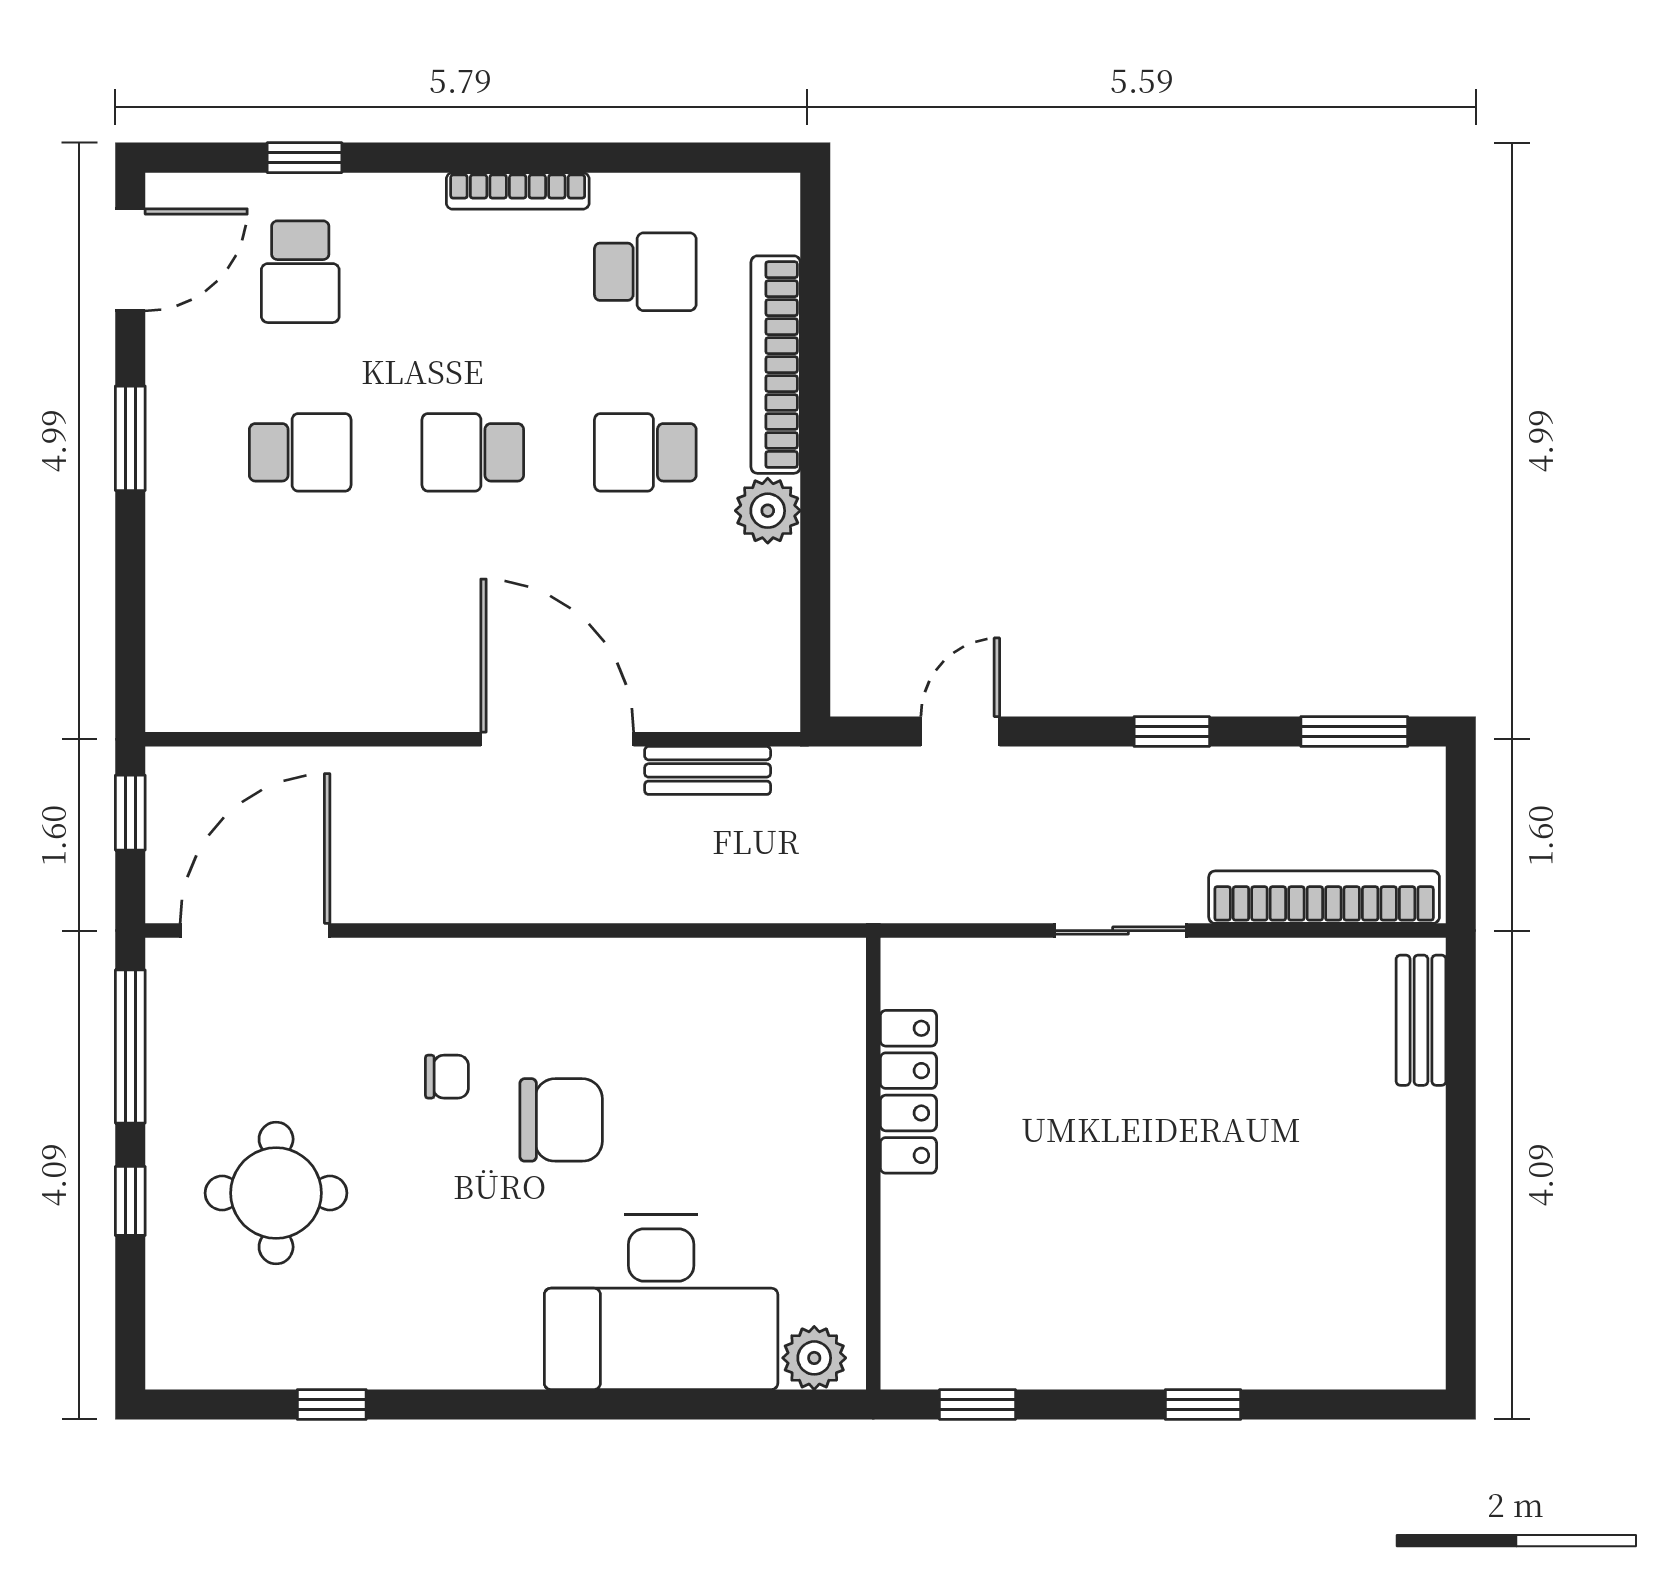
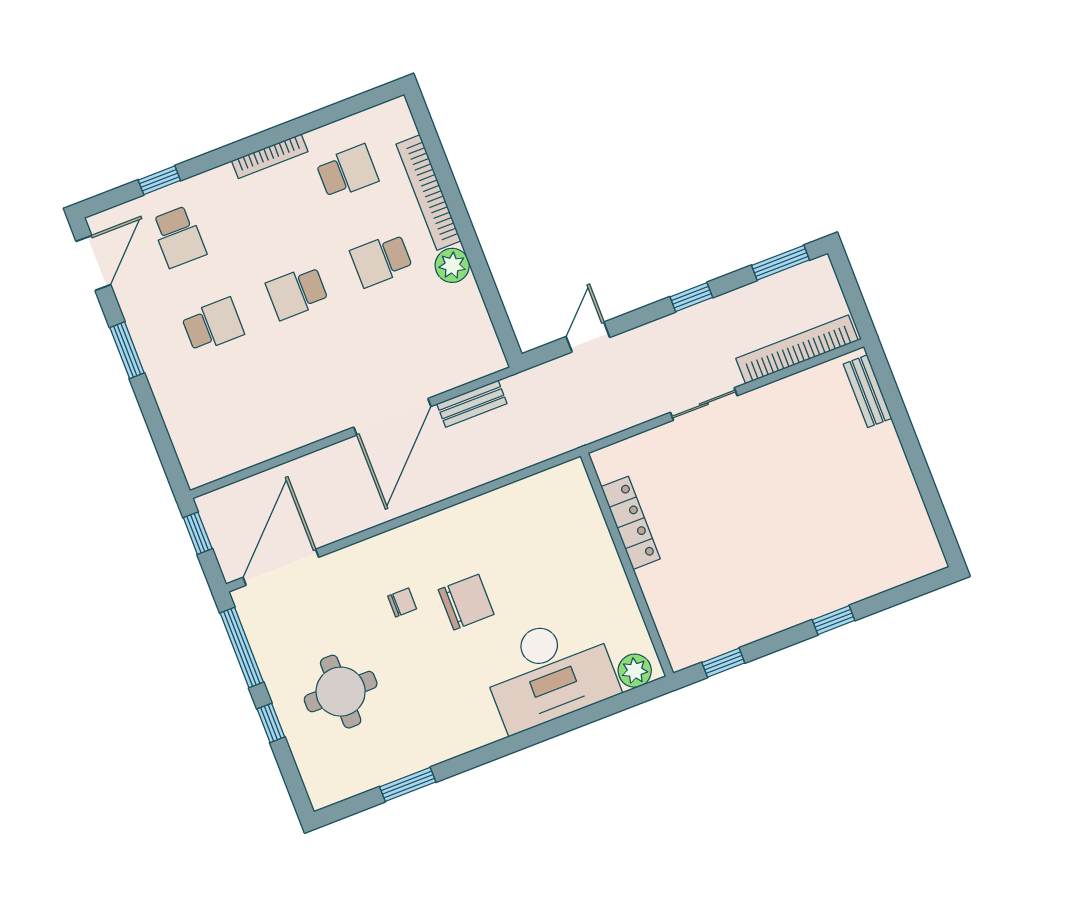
door: (557, 739) -> (392, 417), swing flipped
window: (332, 1405) -> (408, 784), width x1.50

